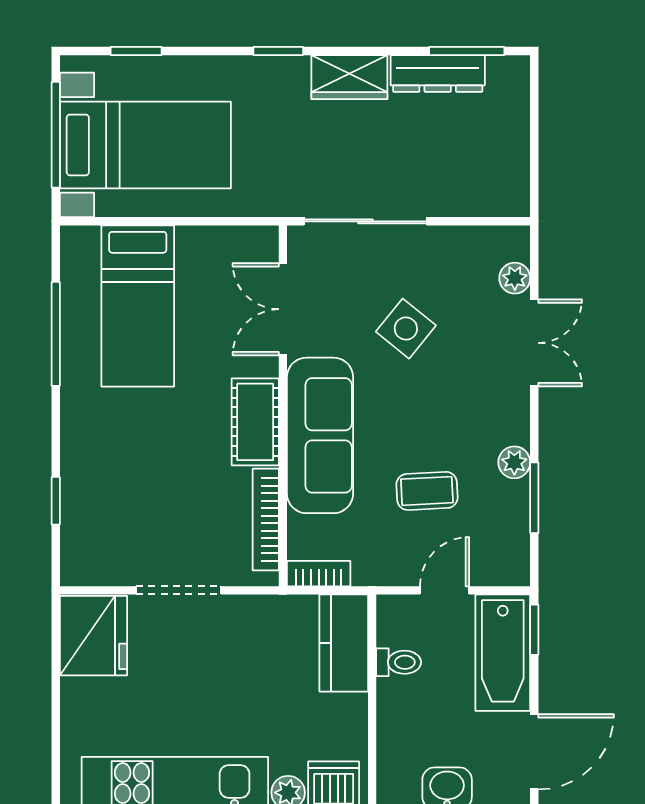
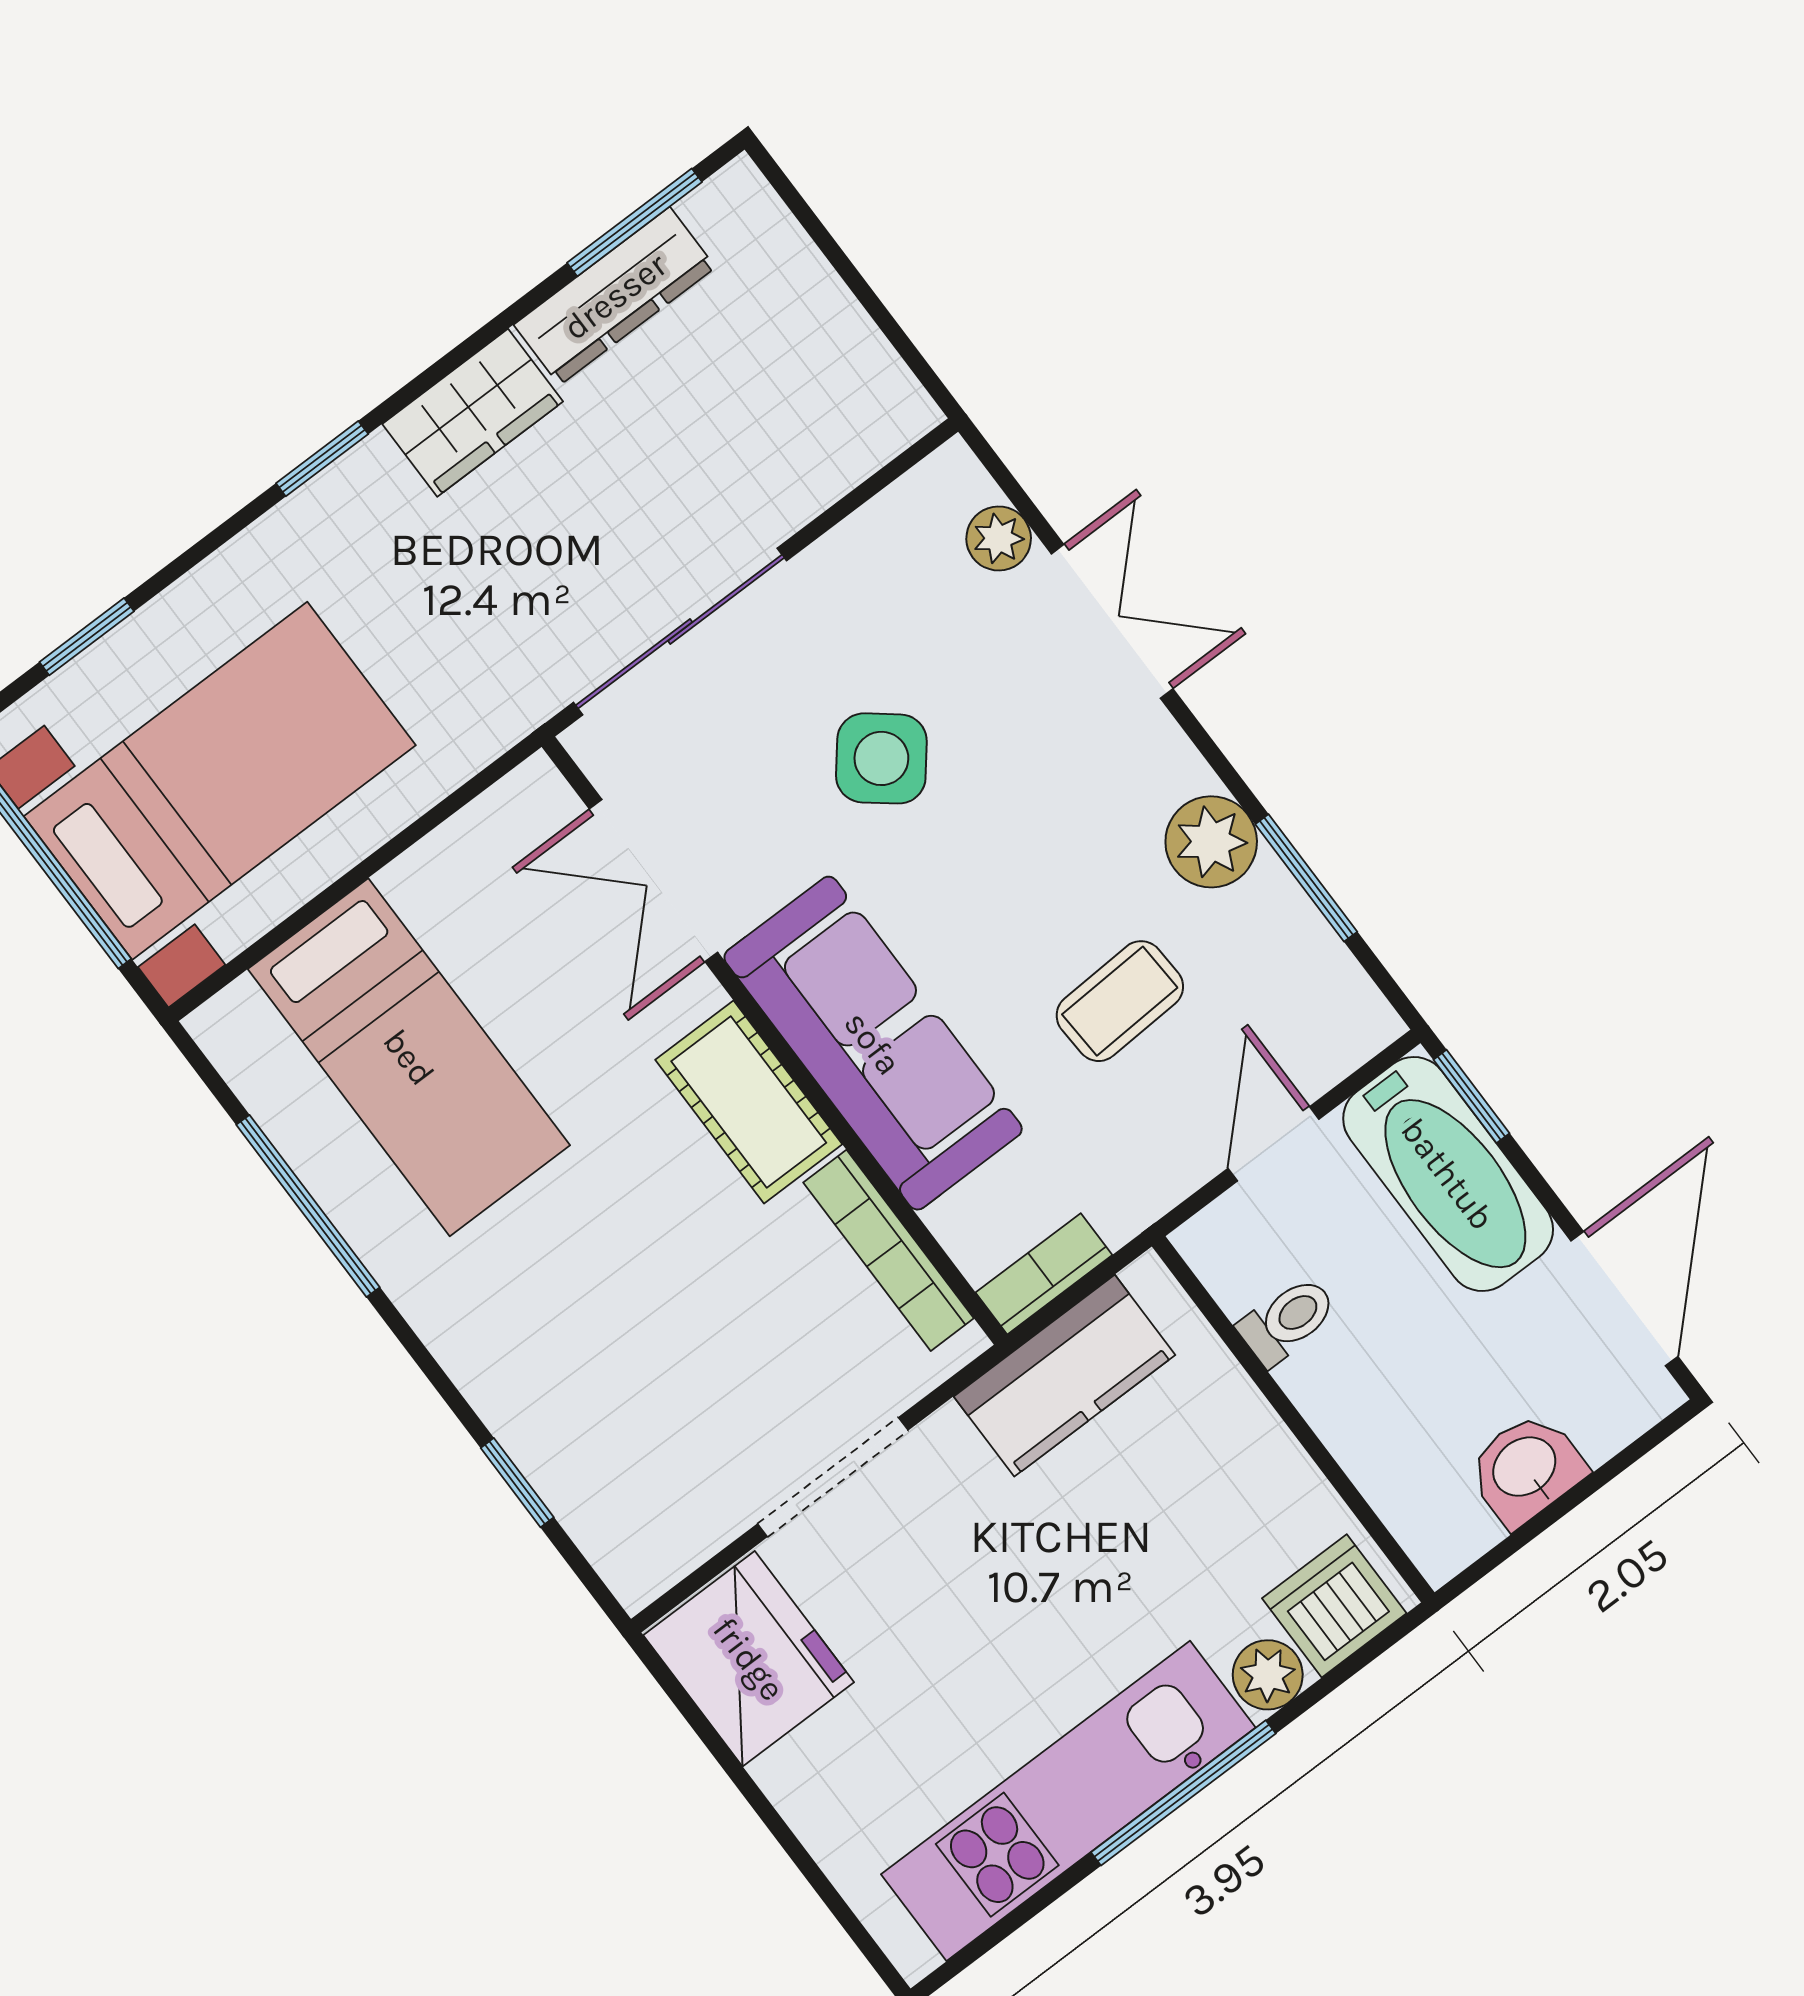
plant: (514, 462) -> (1211, 842), width x1.38, depth x1.38
kitchen counter: (344, 643) -> (1065, 1376), moved, turned -90

